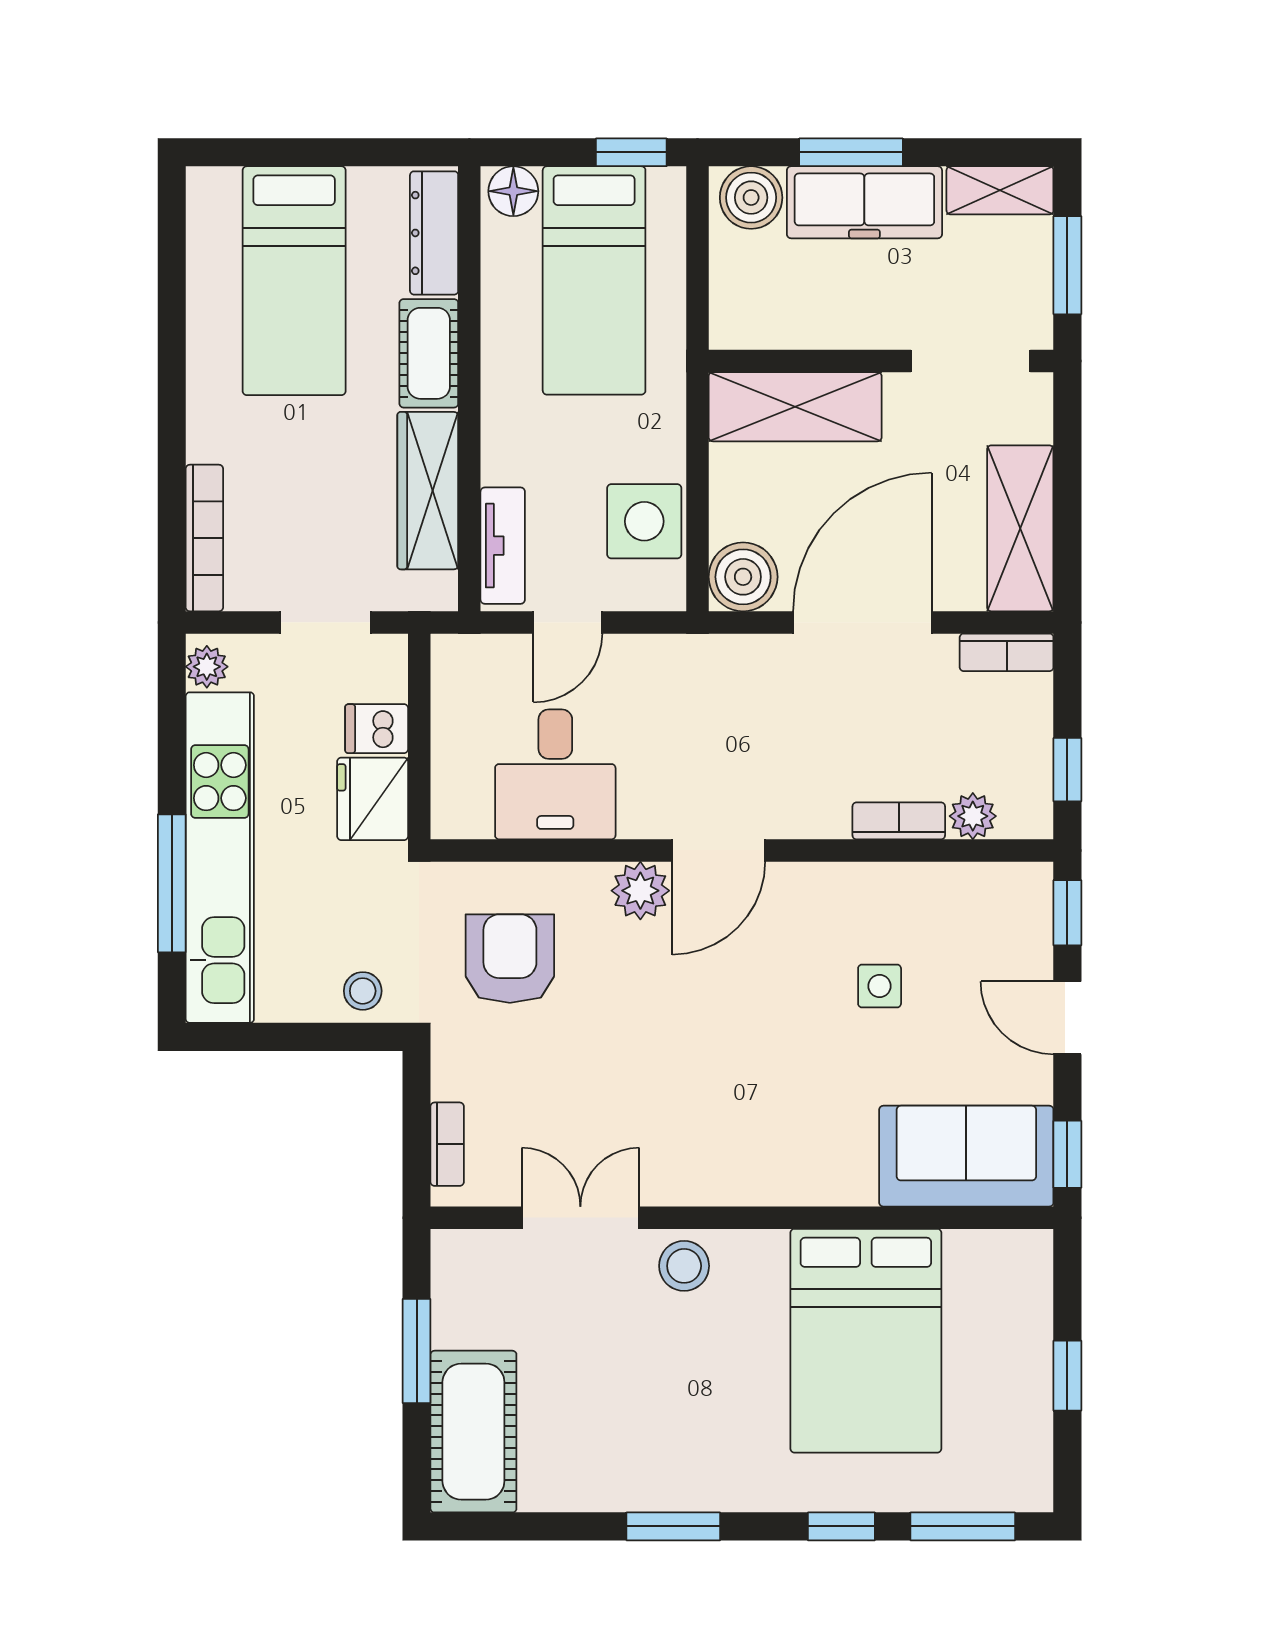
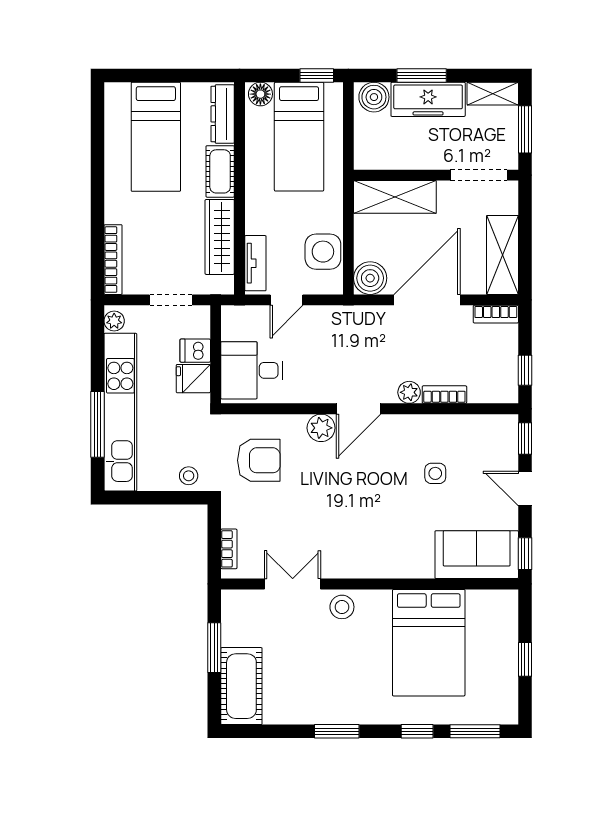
desk: (555, 774) -> (252, 370), moved, turned 90
fridge: (373, 799) -> (193, 379), width x0.72
plant: (973, 816) -> (409, 392), moved
armchair: (510, 959) -> (259, 460), turned 90

